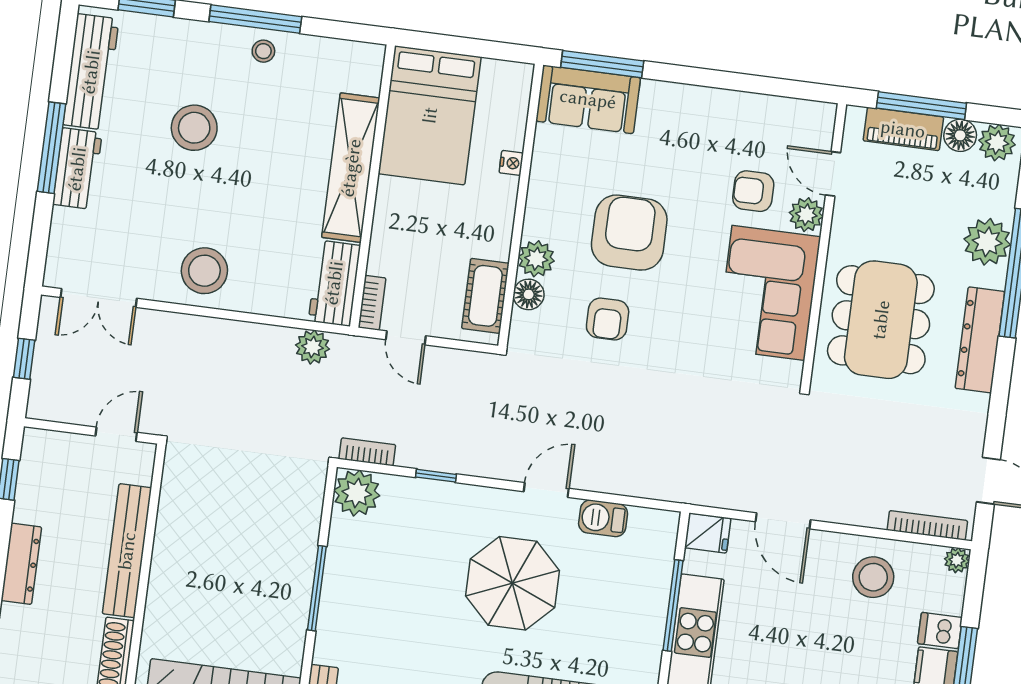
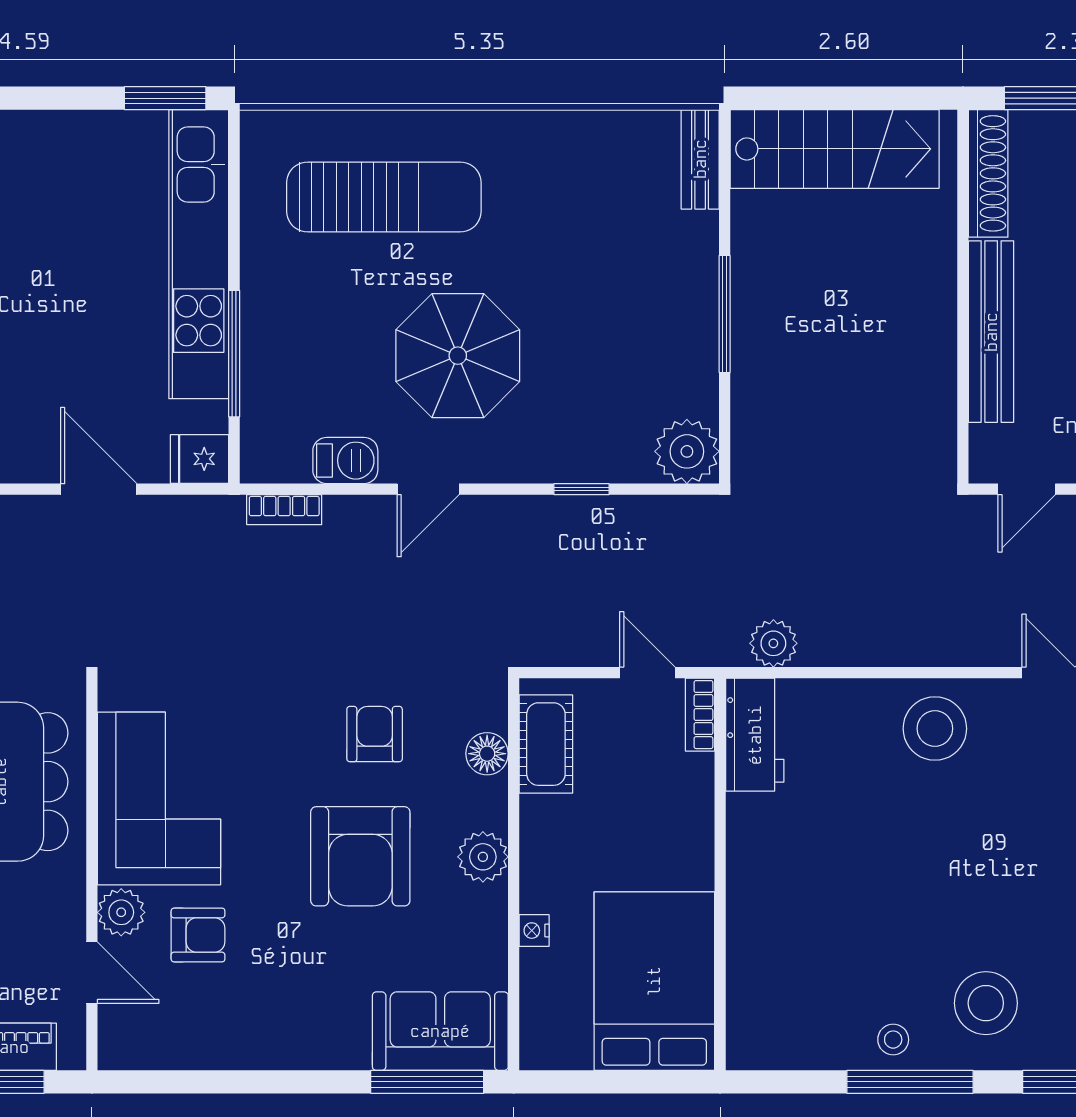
stool: (194, 128) -> (986, 1003), moved
shelving: (351, 168) -> (753, 896), removed
plant: (536, 259) -> (483, 857), moved
bookcase: (367, 452) -> (284, 510), moved

